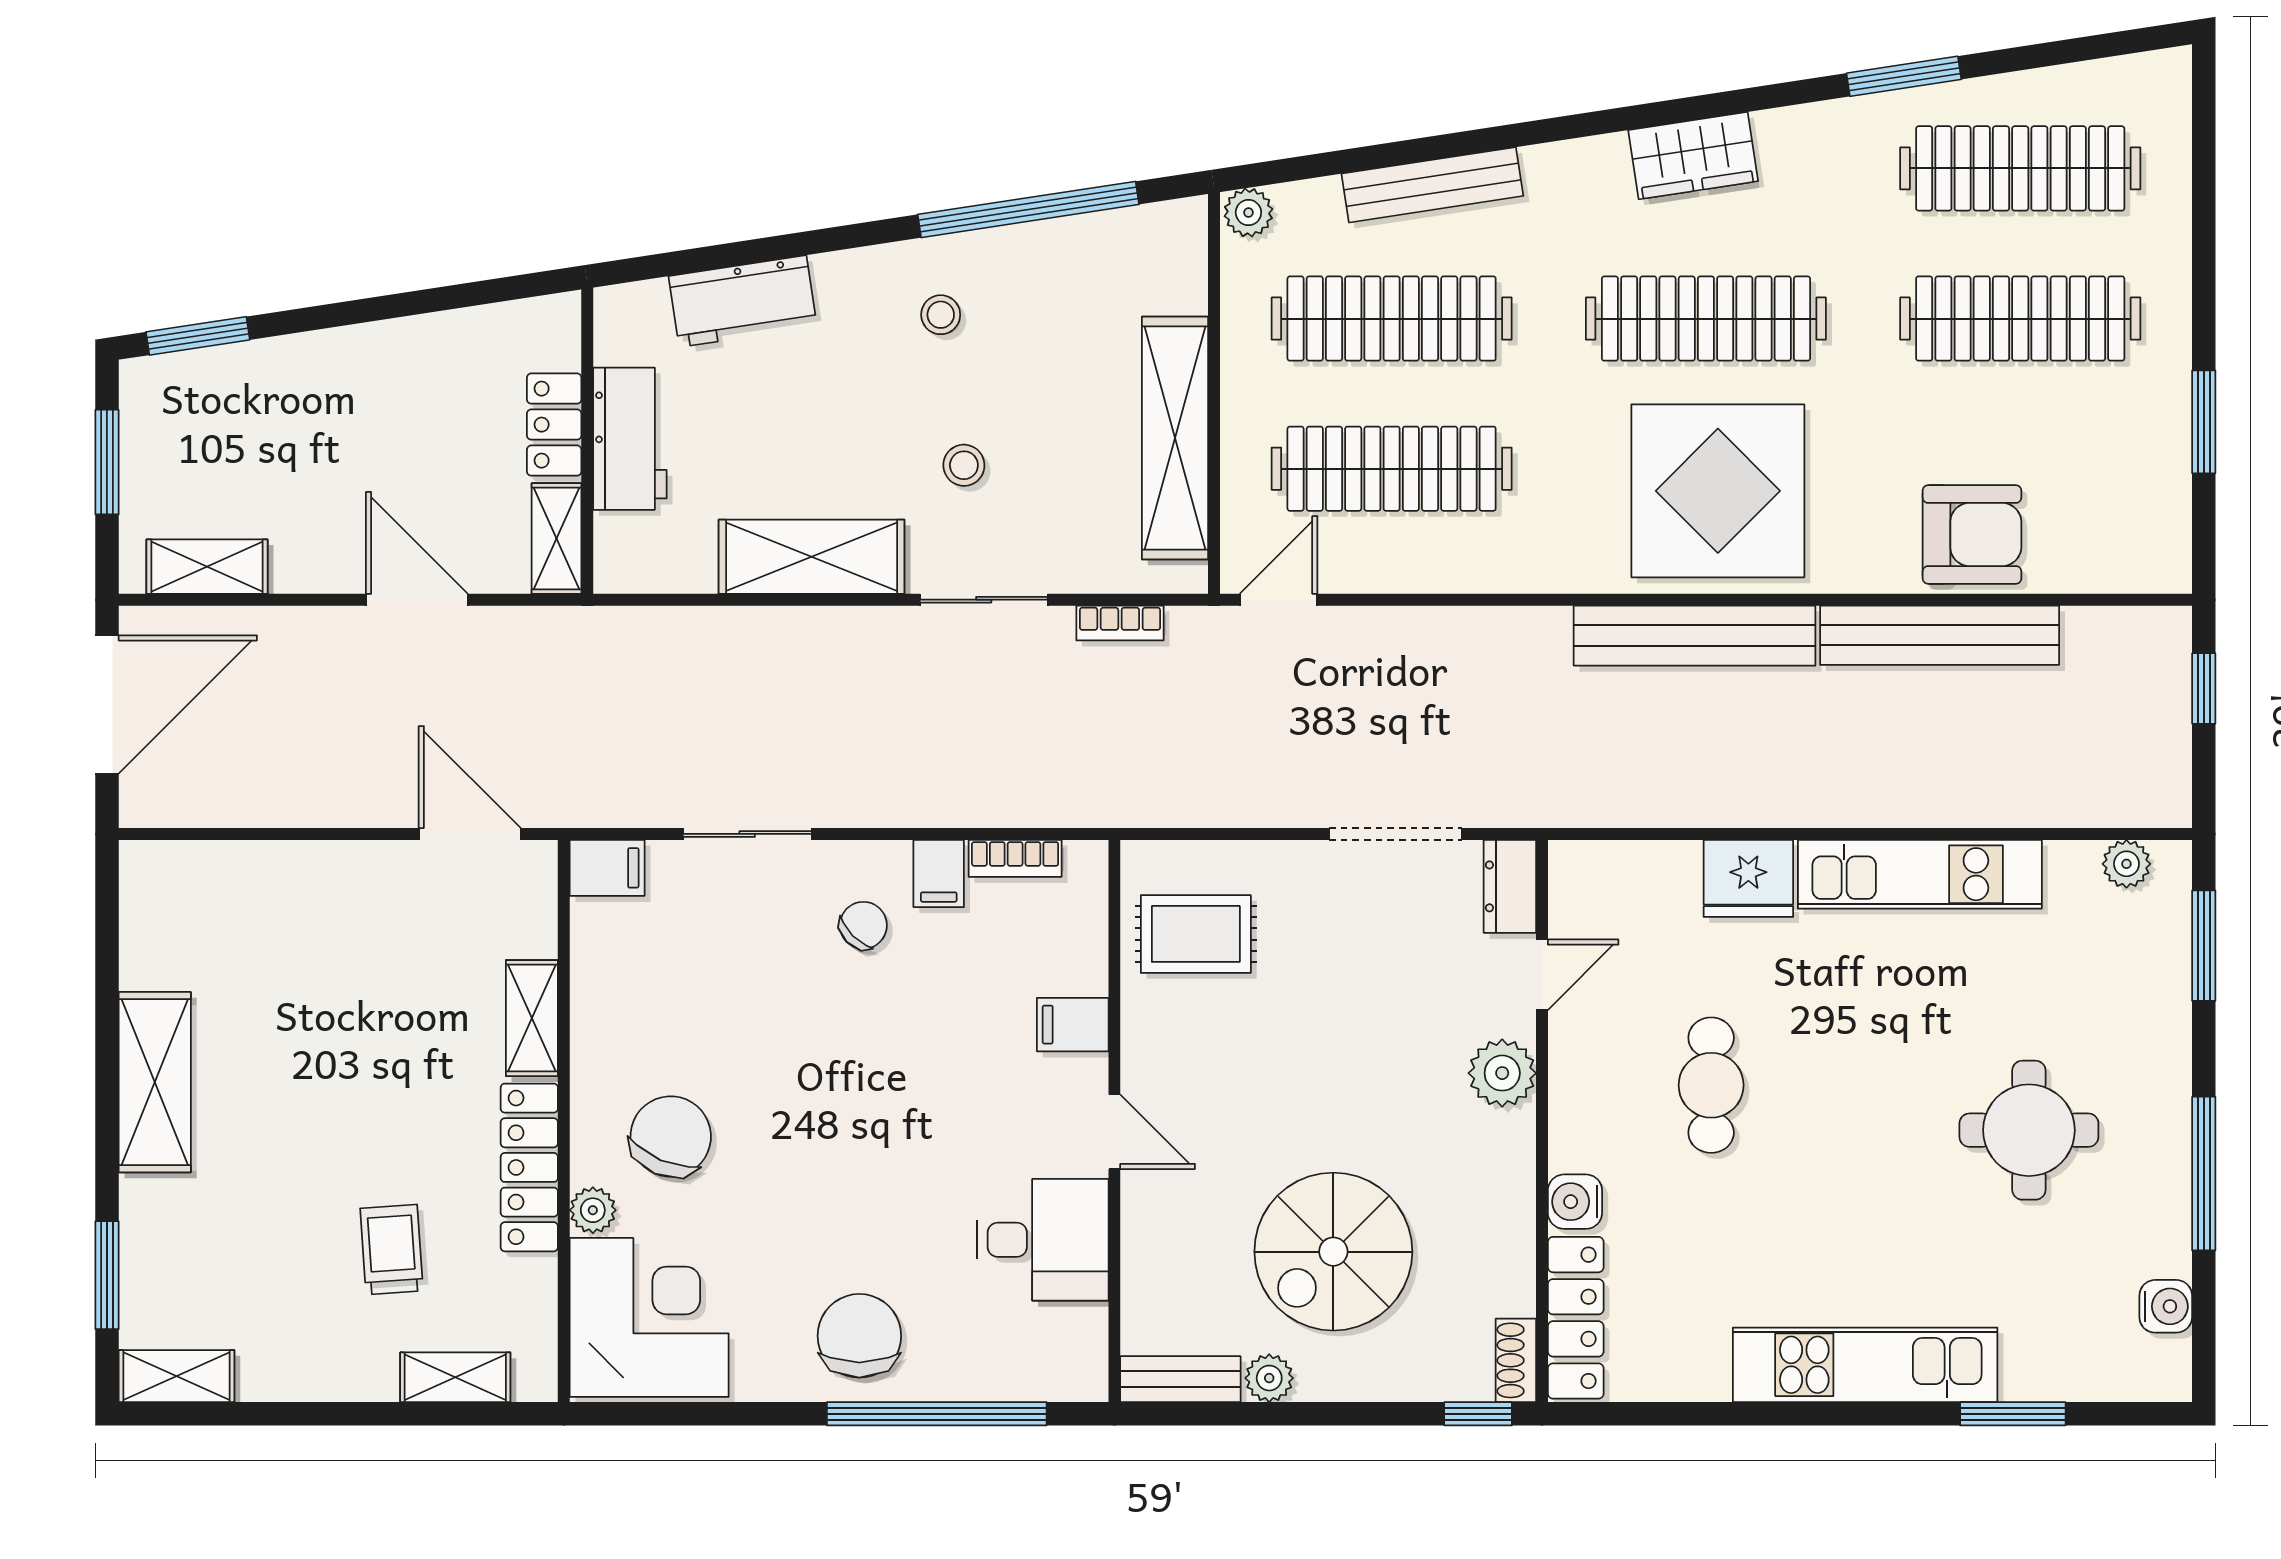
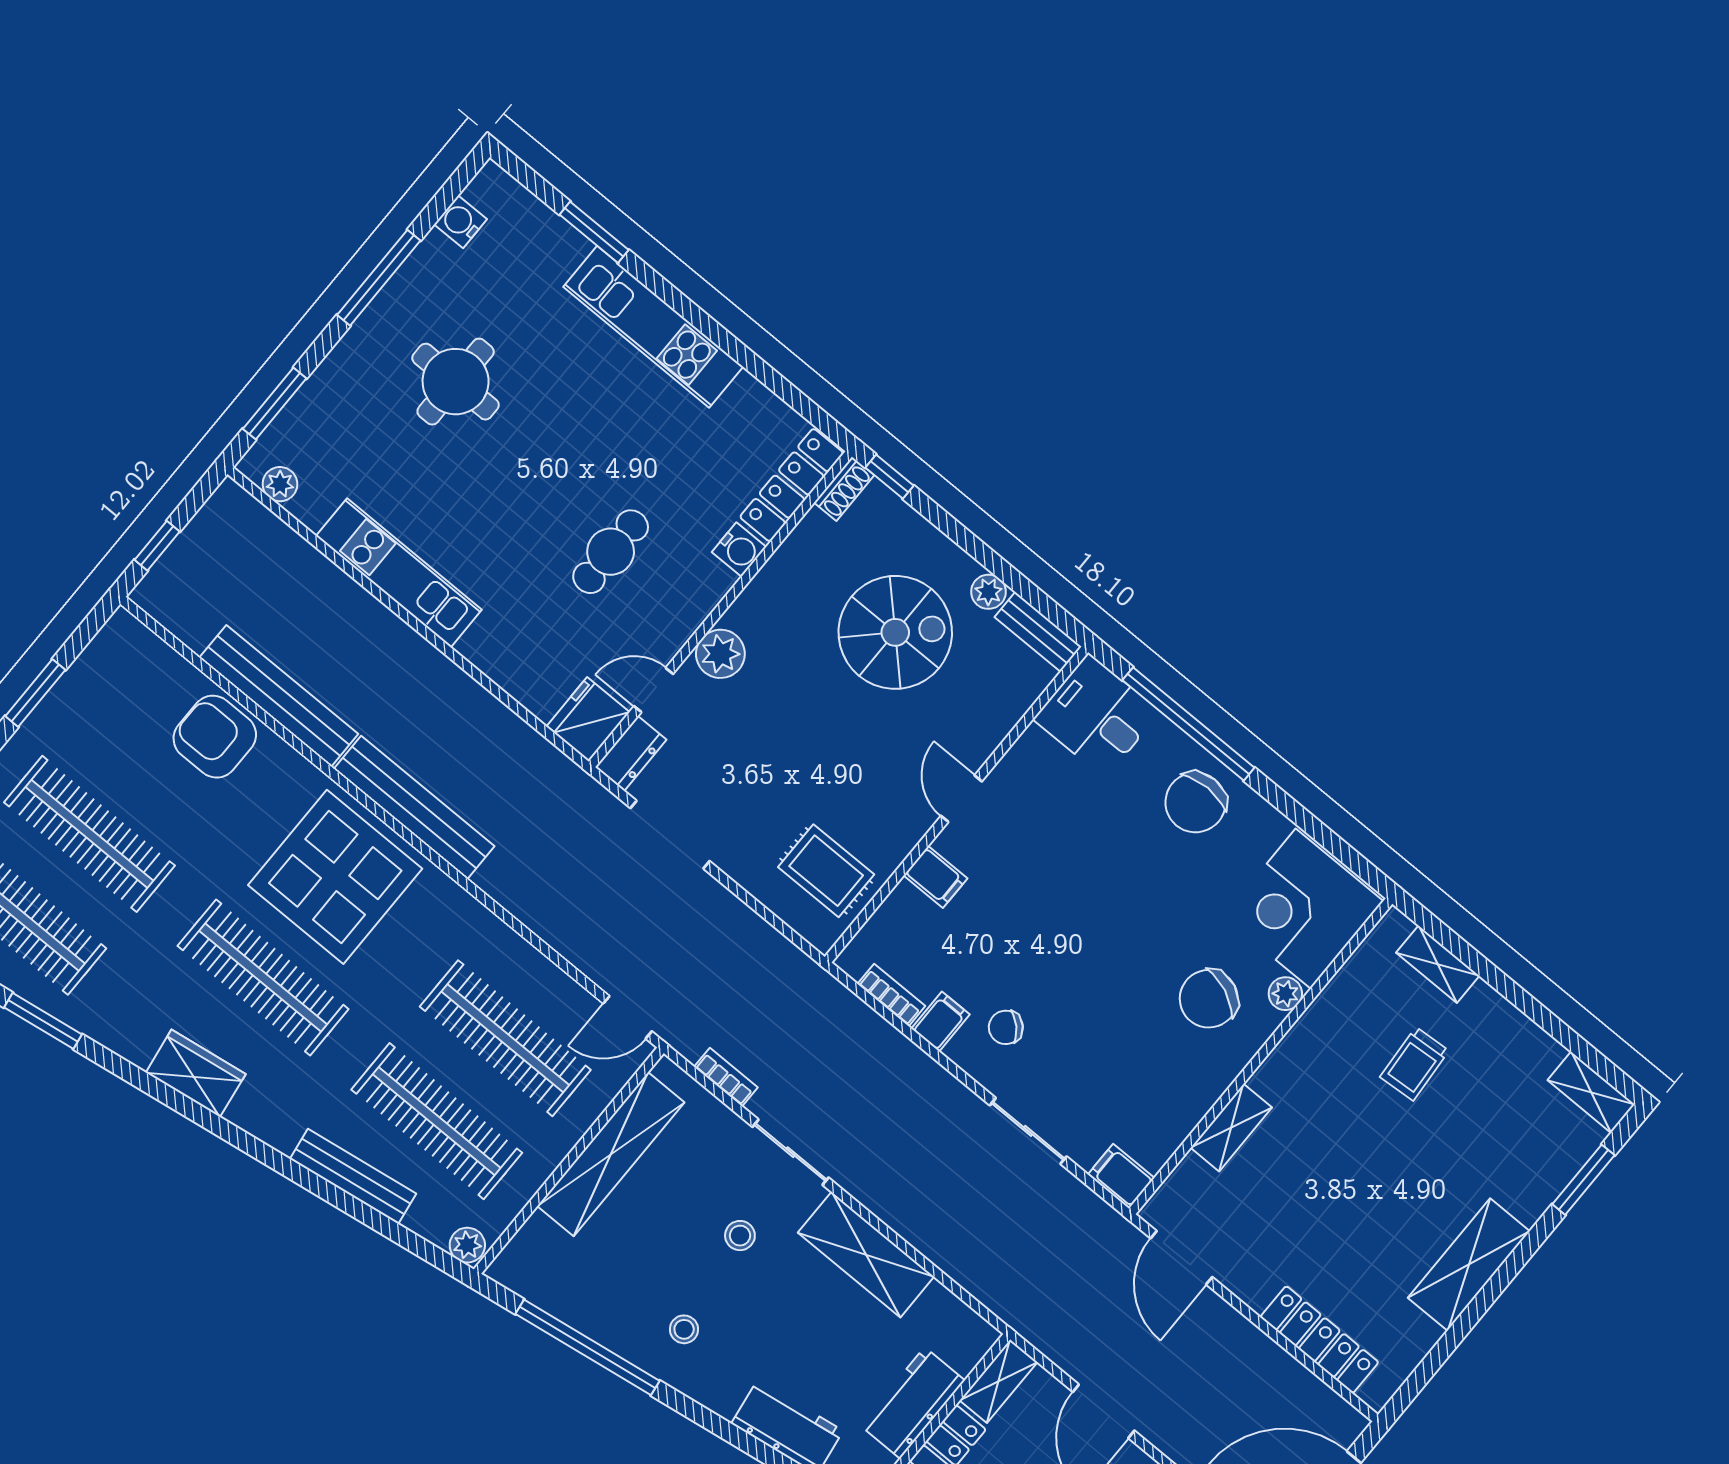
fridge: (1748, 878) -> (588, 719), moved, turned -90
locker: (529, 1167) -> (1319, 1340), moved, turned -90
desk: (1043, 1240) -> (1097, 716), moved

